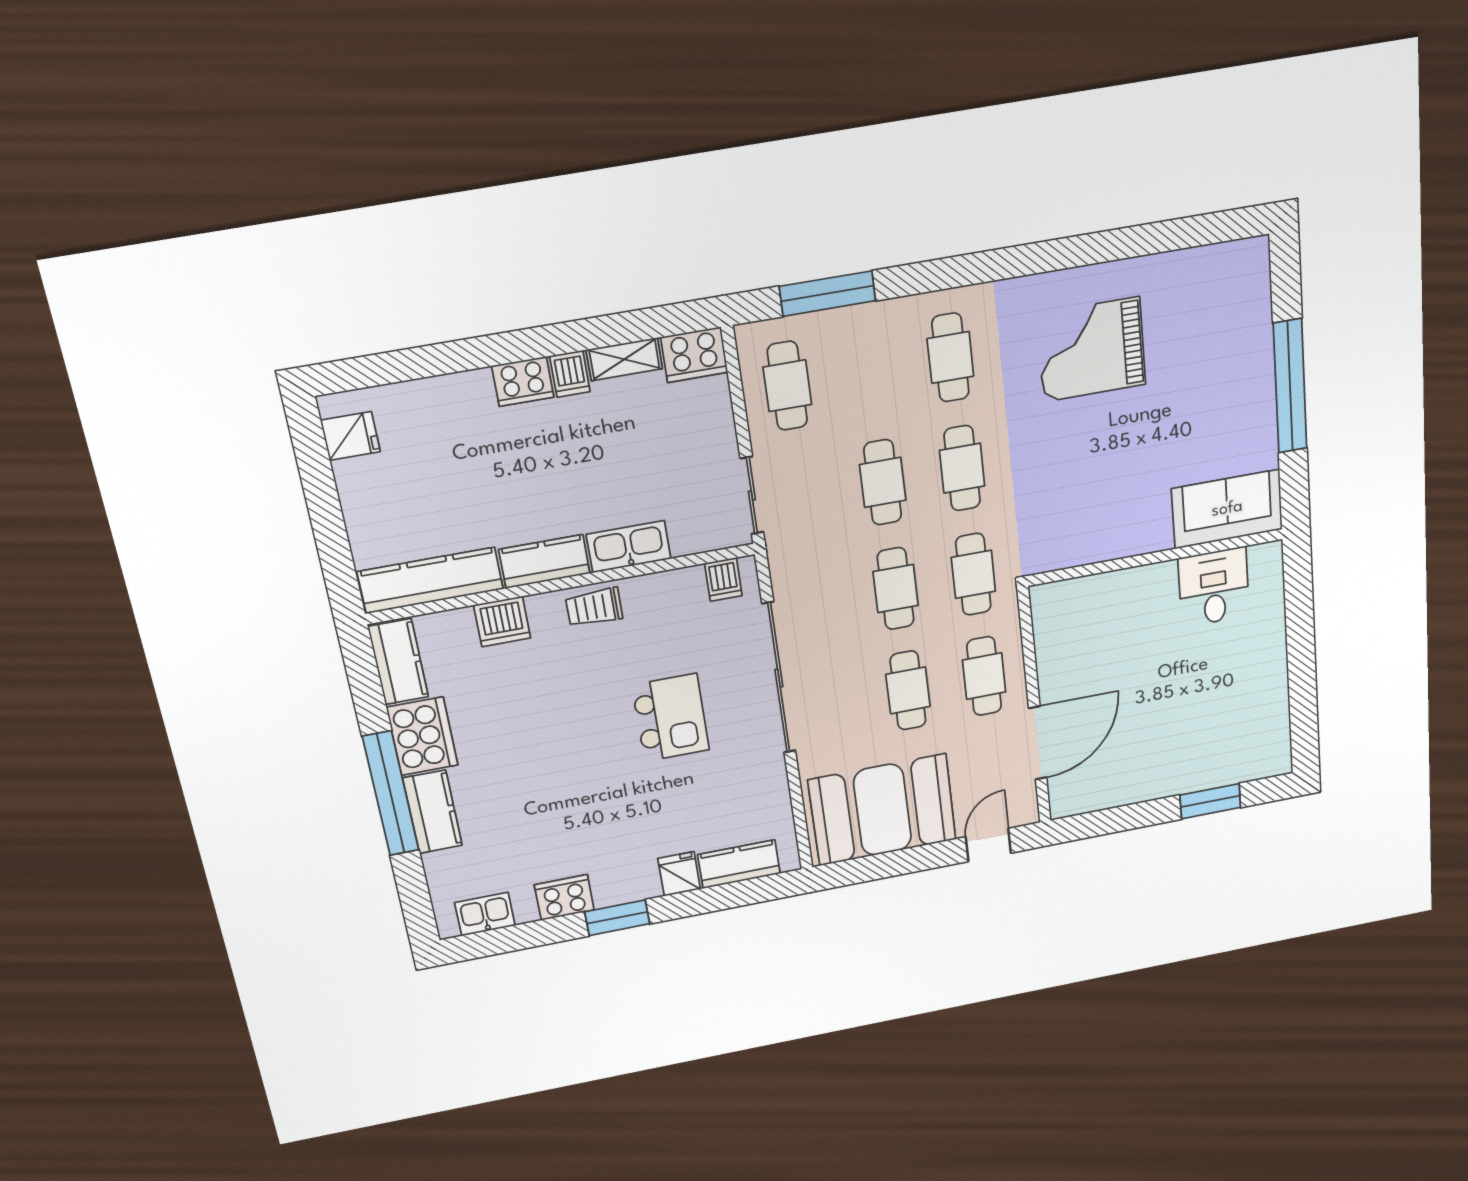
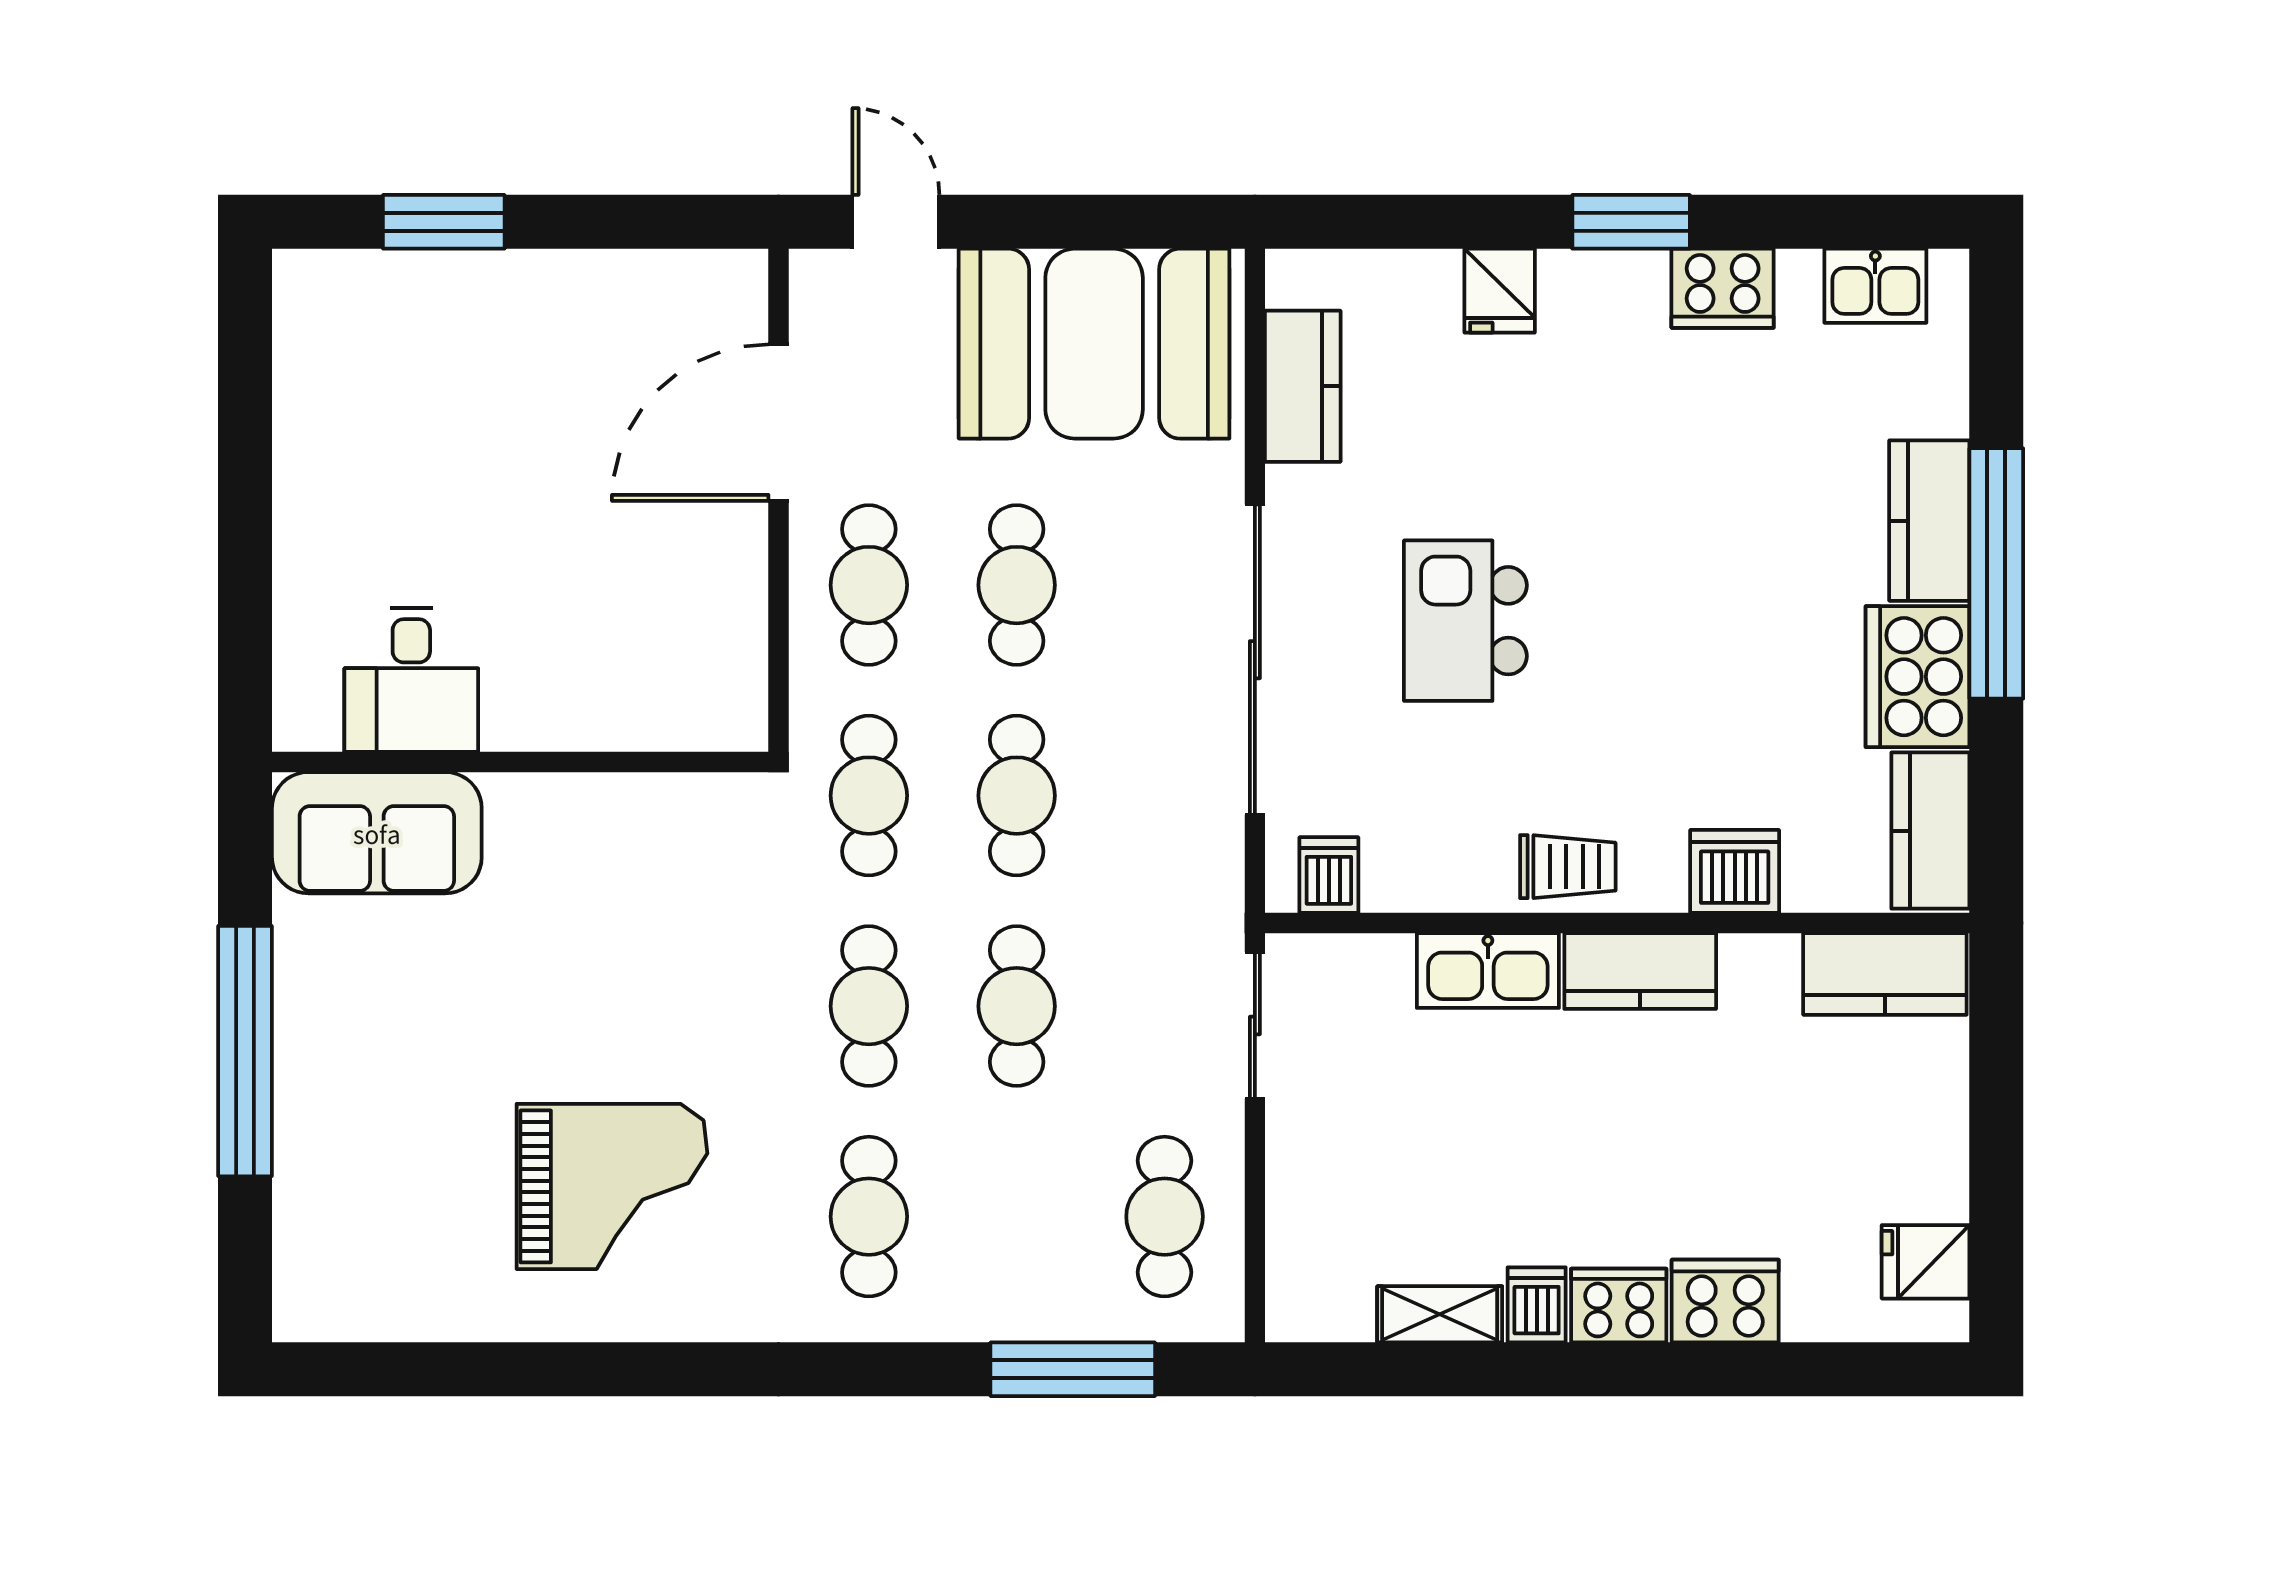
cooker: (694, 355) -> (1725, 1301), moved
kitchen counter: (430, 580) -> (1885, 974), width x0.67
door: (988, 845) -> (896, 222), swing flipped
kitchen counter: (739, 864) -> (1303, 386), moved, turned -90

